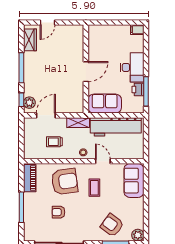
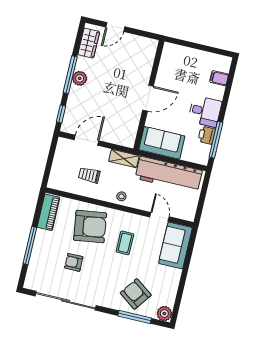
filing cabinet: (137, 30) -> (219, 78), moved
desk: (132, 67) -> (205, 111), width x0.73
plant: (29, 103) -> (80, 78), moved
door: (103, 161) -> (159, 217), moved

